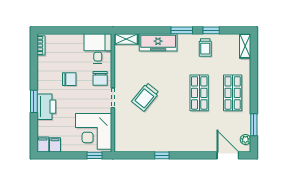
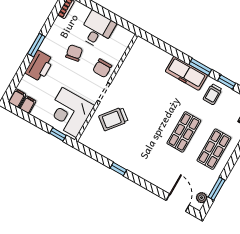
shelving: (126, 39) -> (146, 46), removed
freezer: (158, 42) -> (186, 73), moved
desk: (98, 49) -> (97, 30), moved
chair: (69, 79) -> (74, 53), turned -100
trolley: (145, 97) -> (113, 119), moved
window: (34, 101) -> (36, 45), moved

